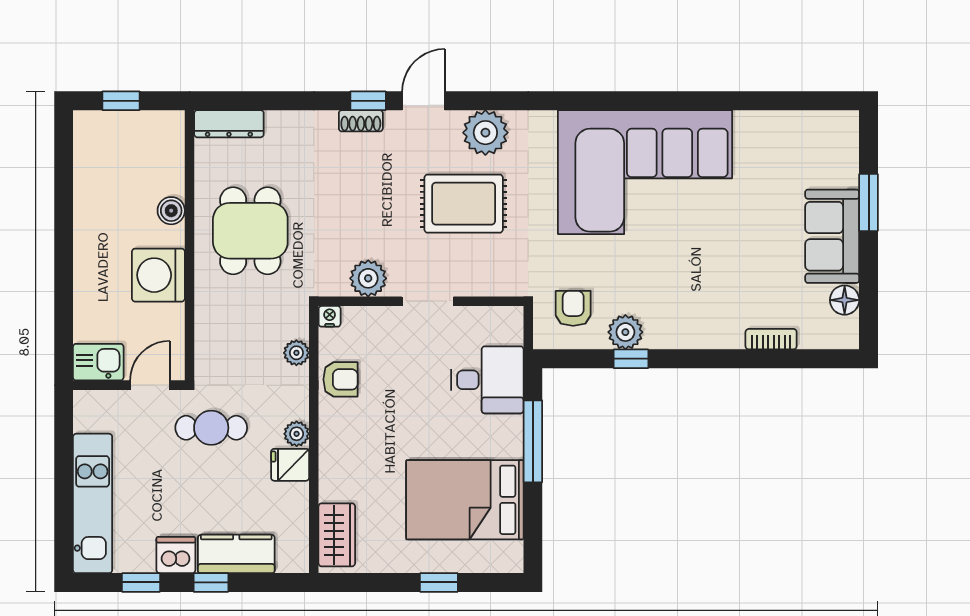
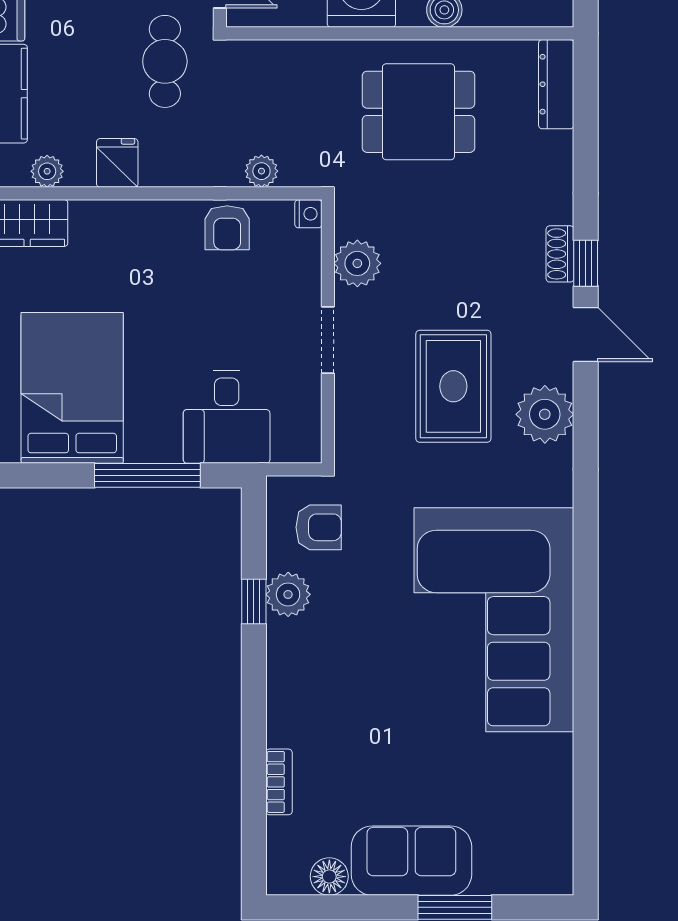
plant: (297, 434) -> (47, 171), moved

